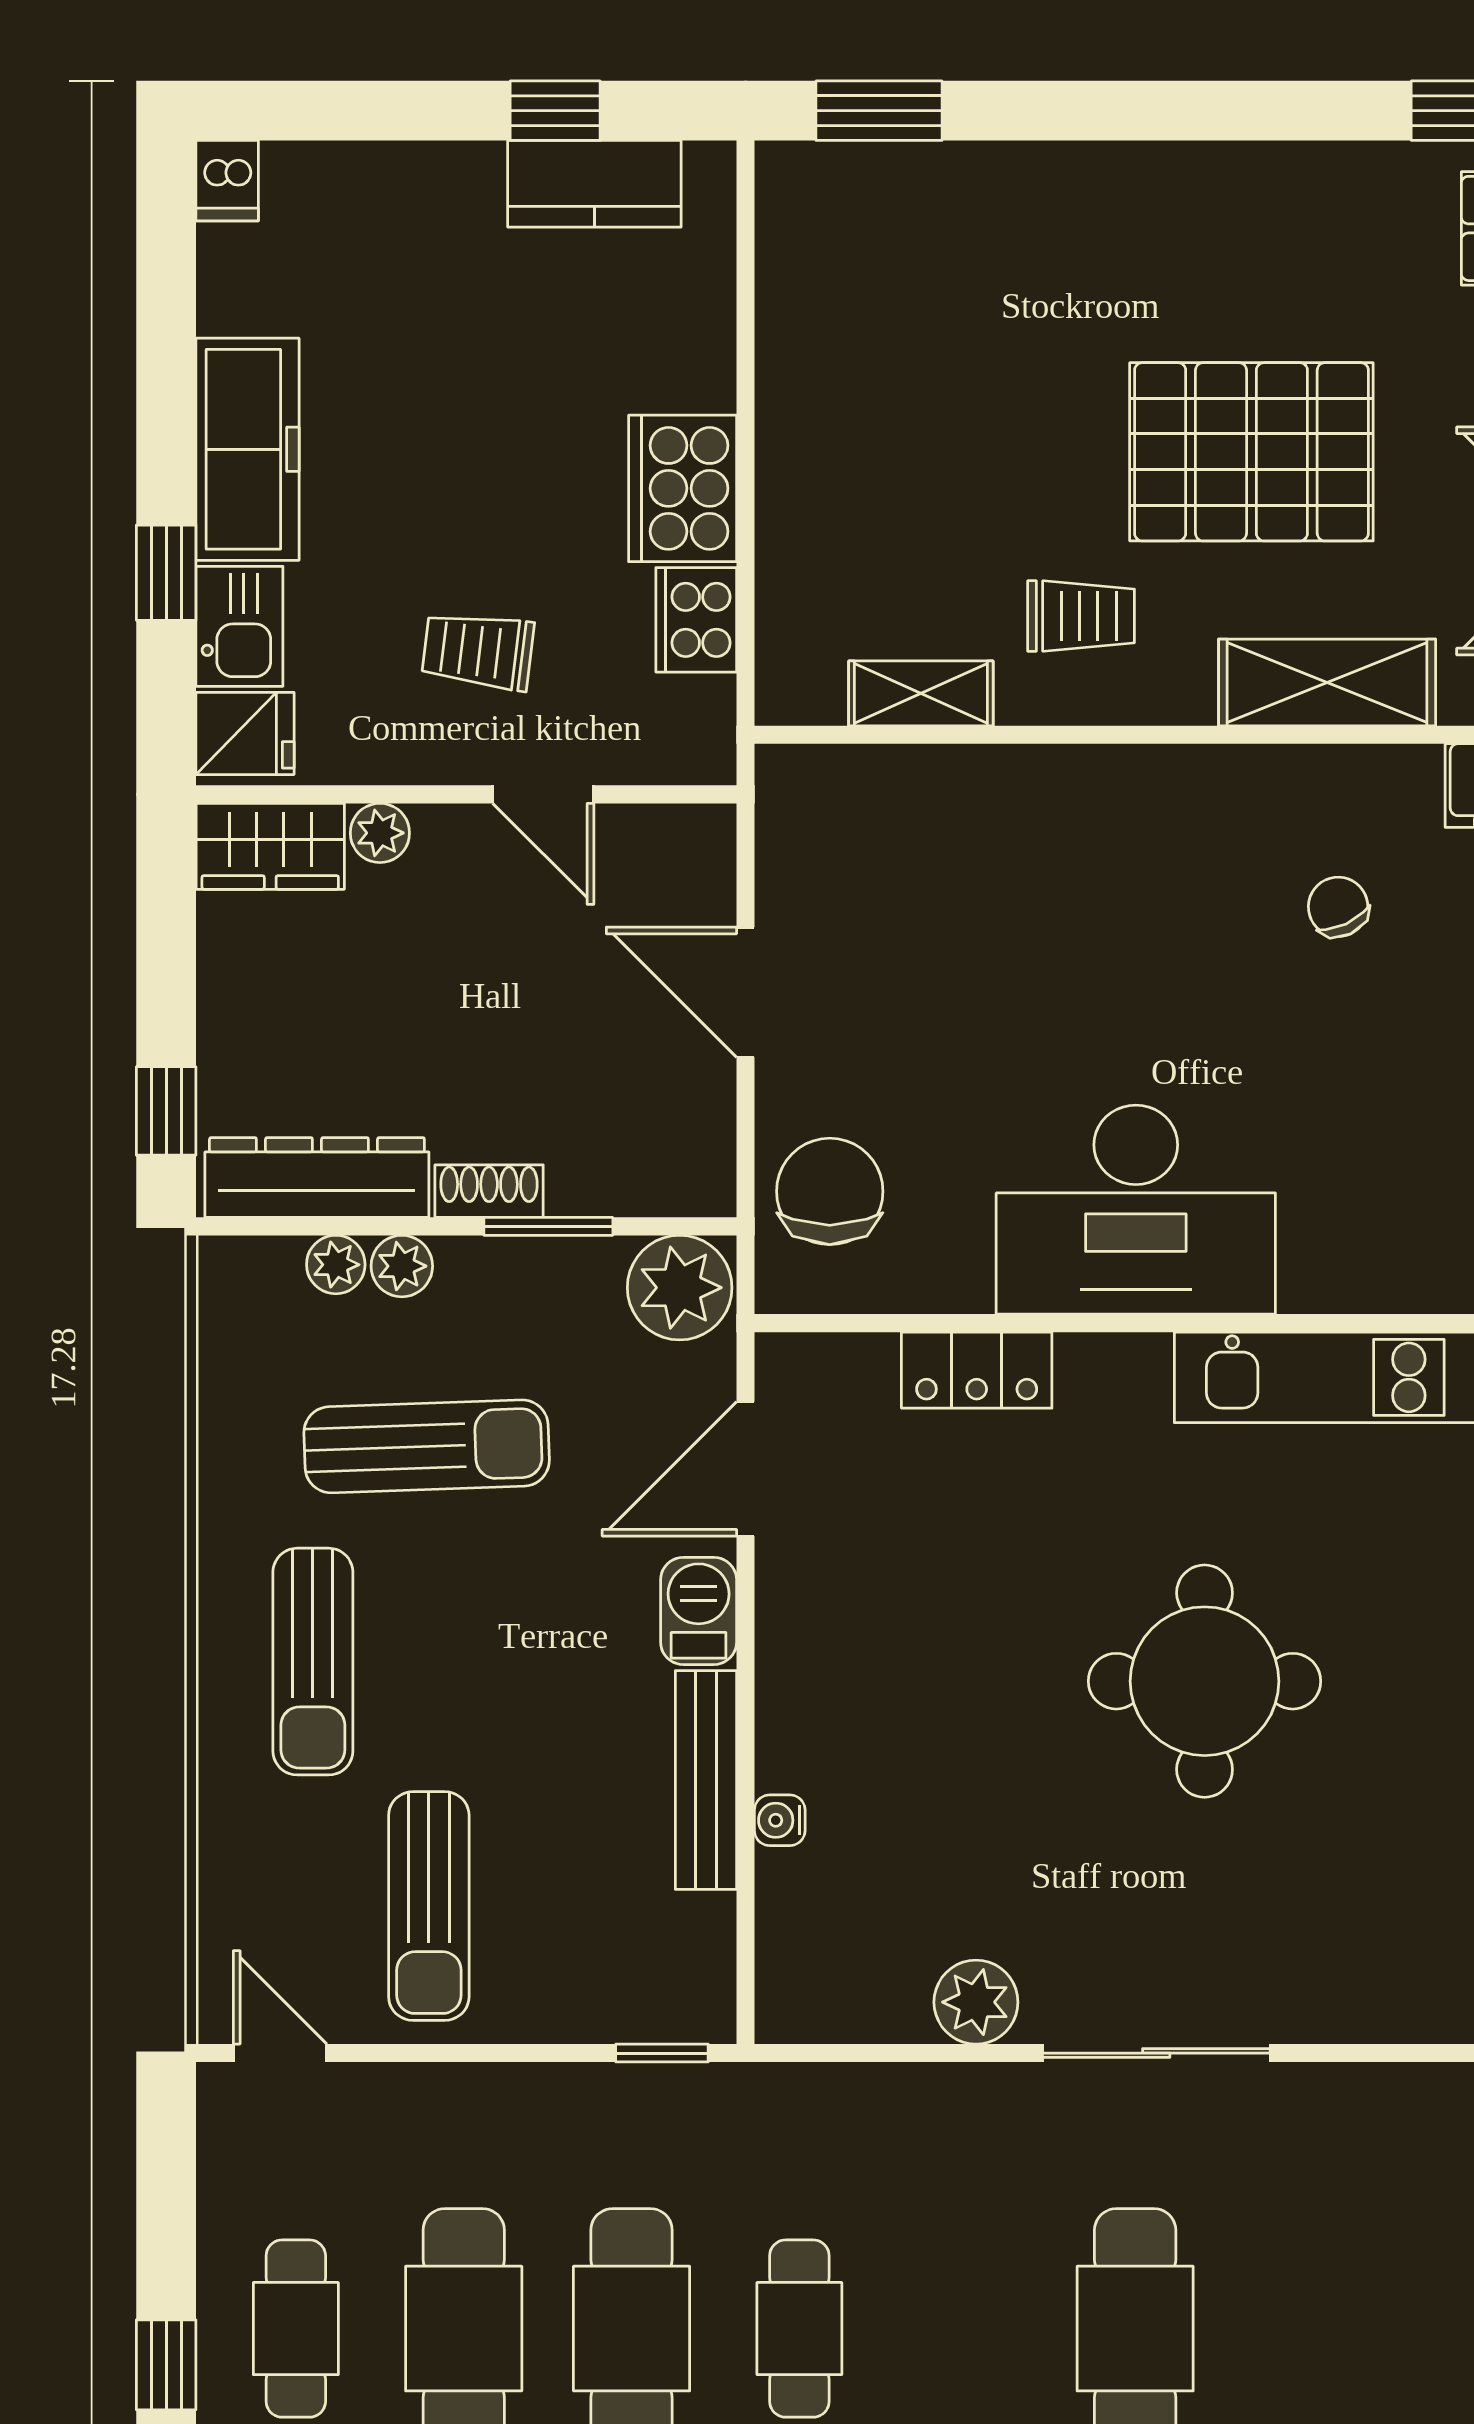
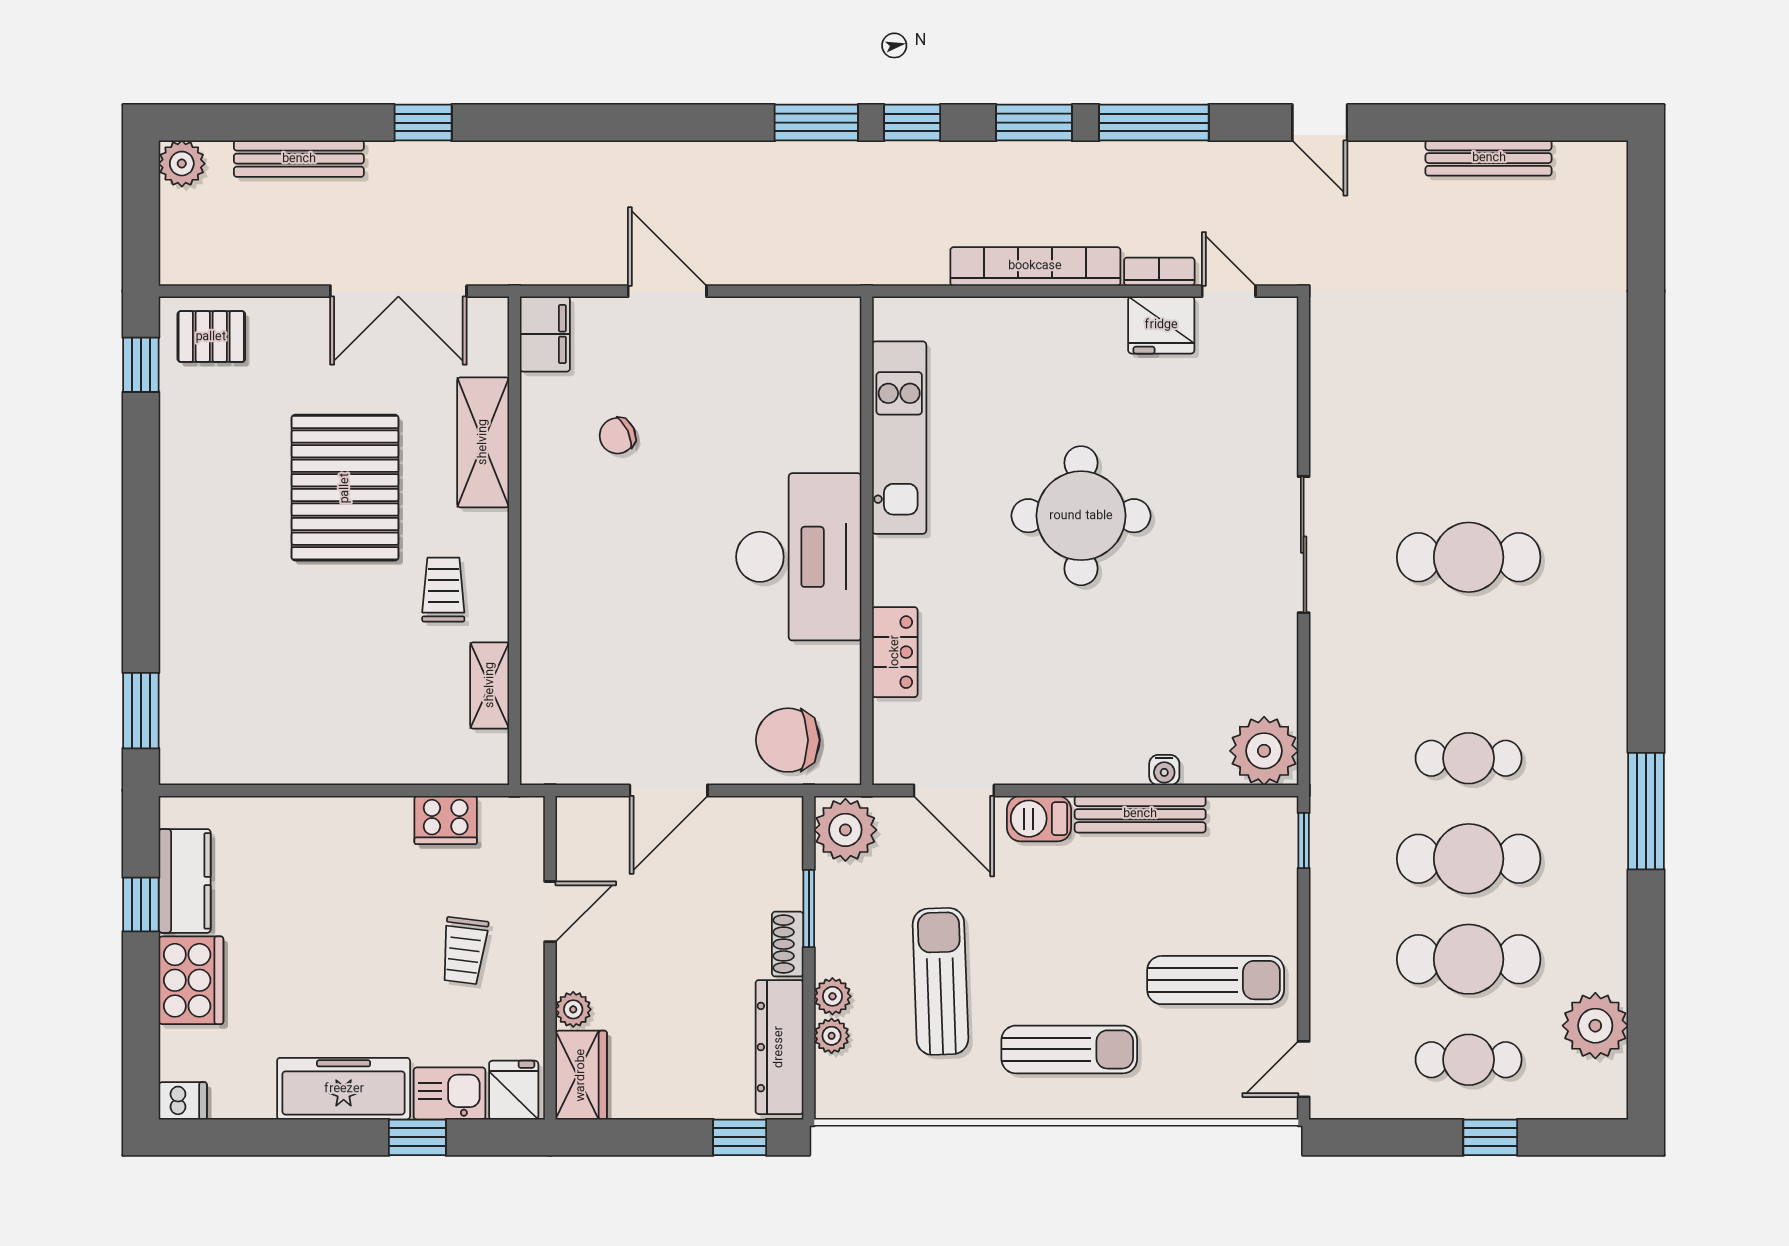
cooker: (683, 488) -> (191, 980), moved, turned -90
plant: (976, 2002) -> (1264, 751), moved, width x1.36, depth x1.36

